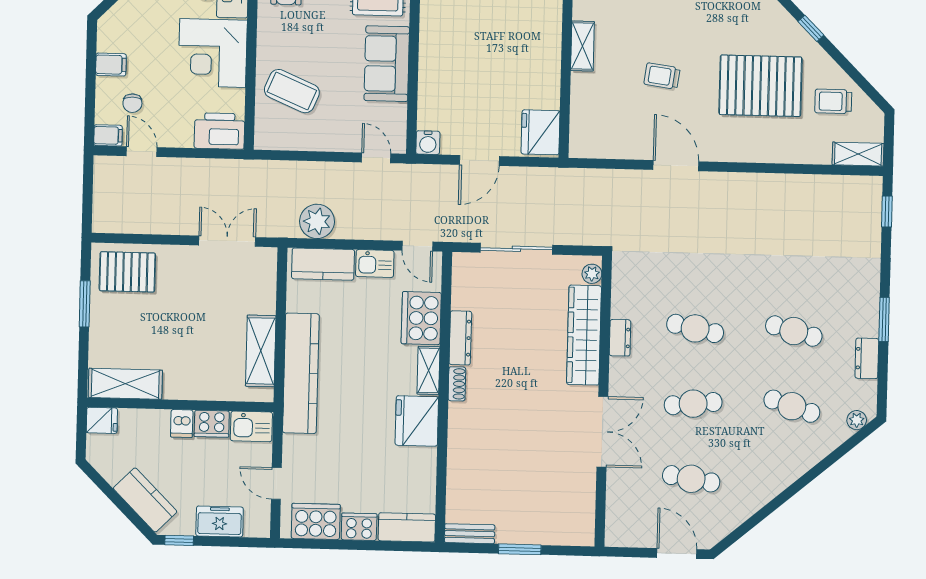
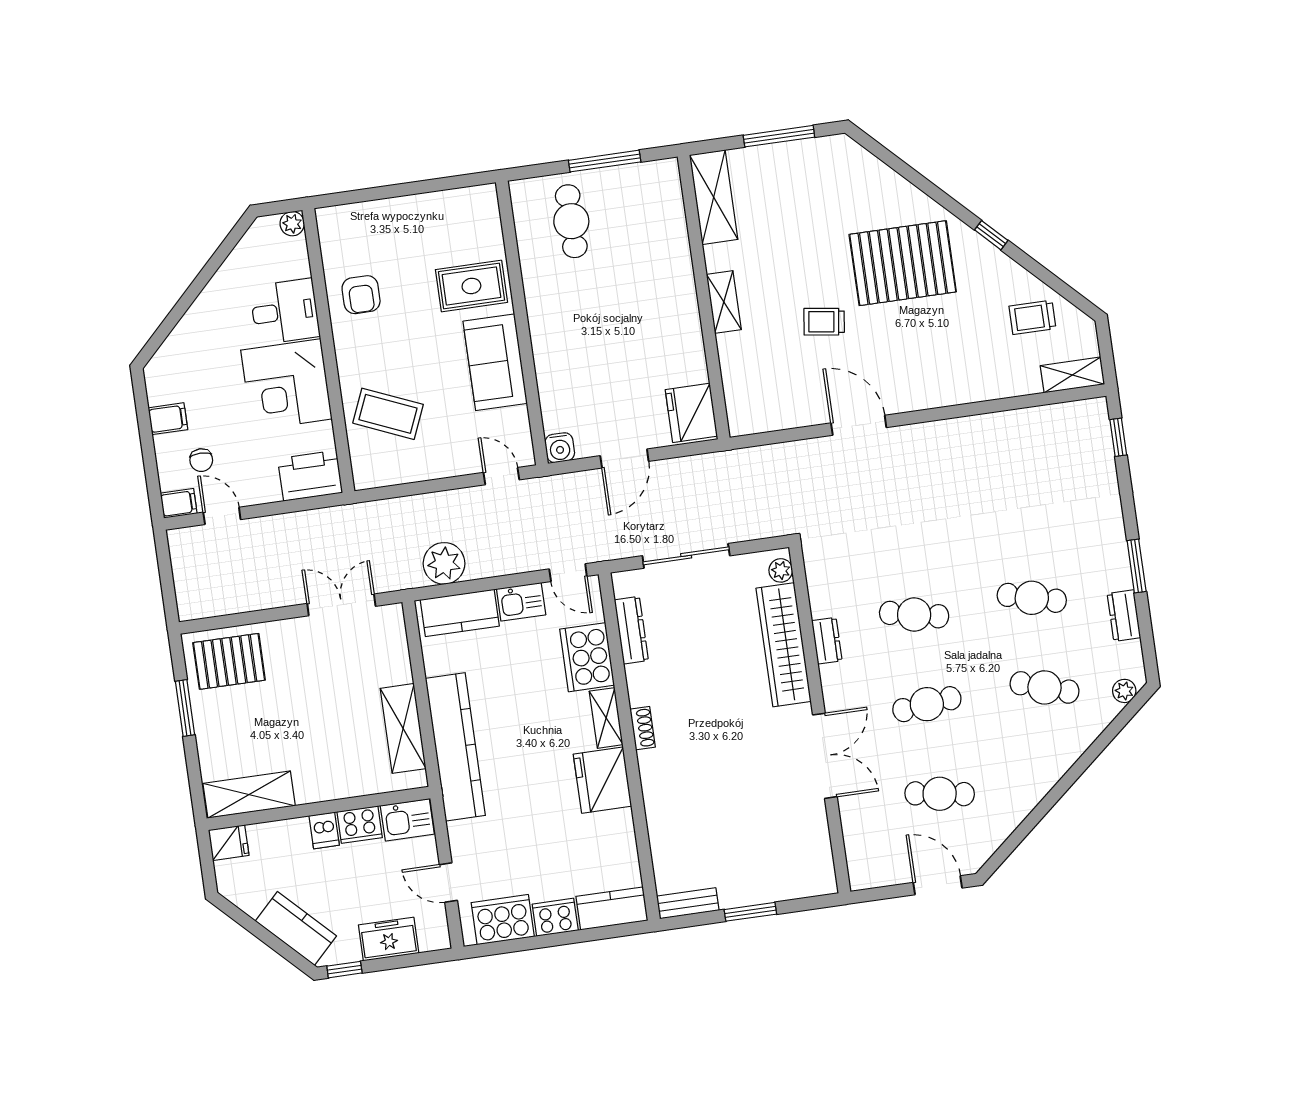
pallet: (760, 86) -> (903, 263), moved
dresser: (460, 338) -> (631, 630), moved

